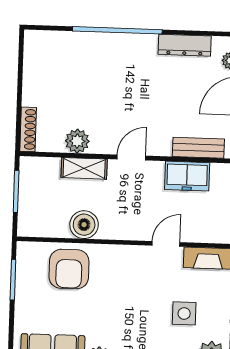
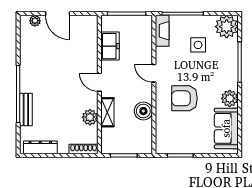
dresser: (185, 45) -> (40, 147), moved, turned -90
bench: (198, 148) -> (26, 110), moved
door: (166, 244) -> (154, 73), moved
armchair: (69, 269) -> (184, 98), moved, turned 180

